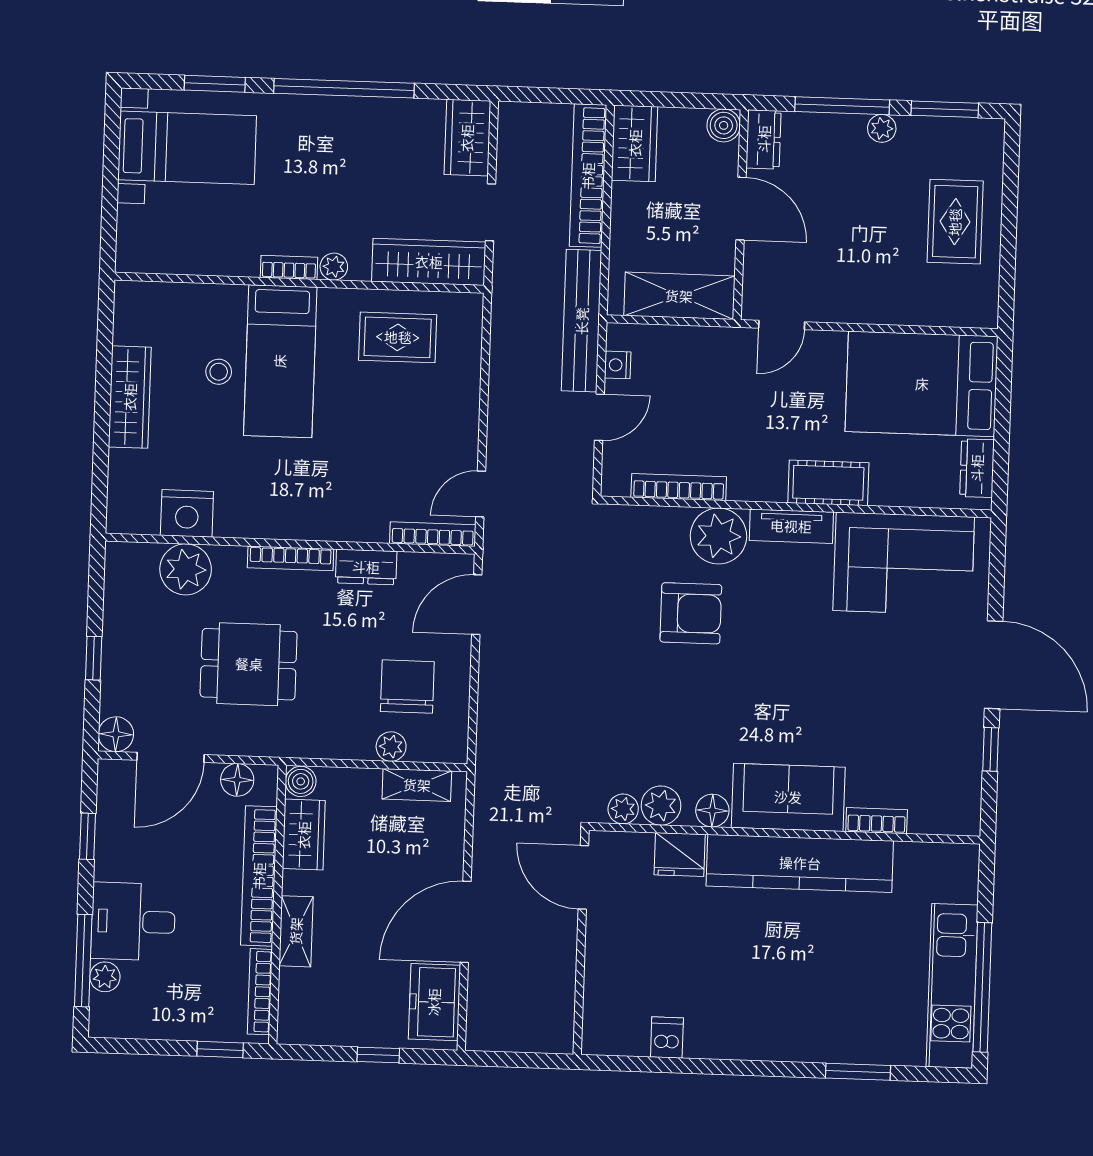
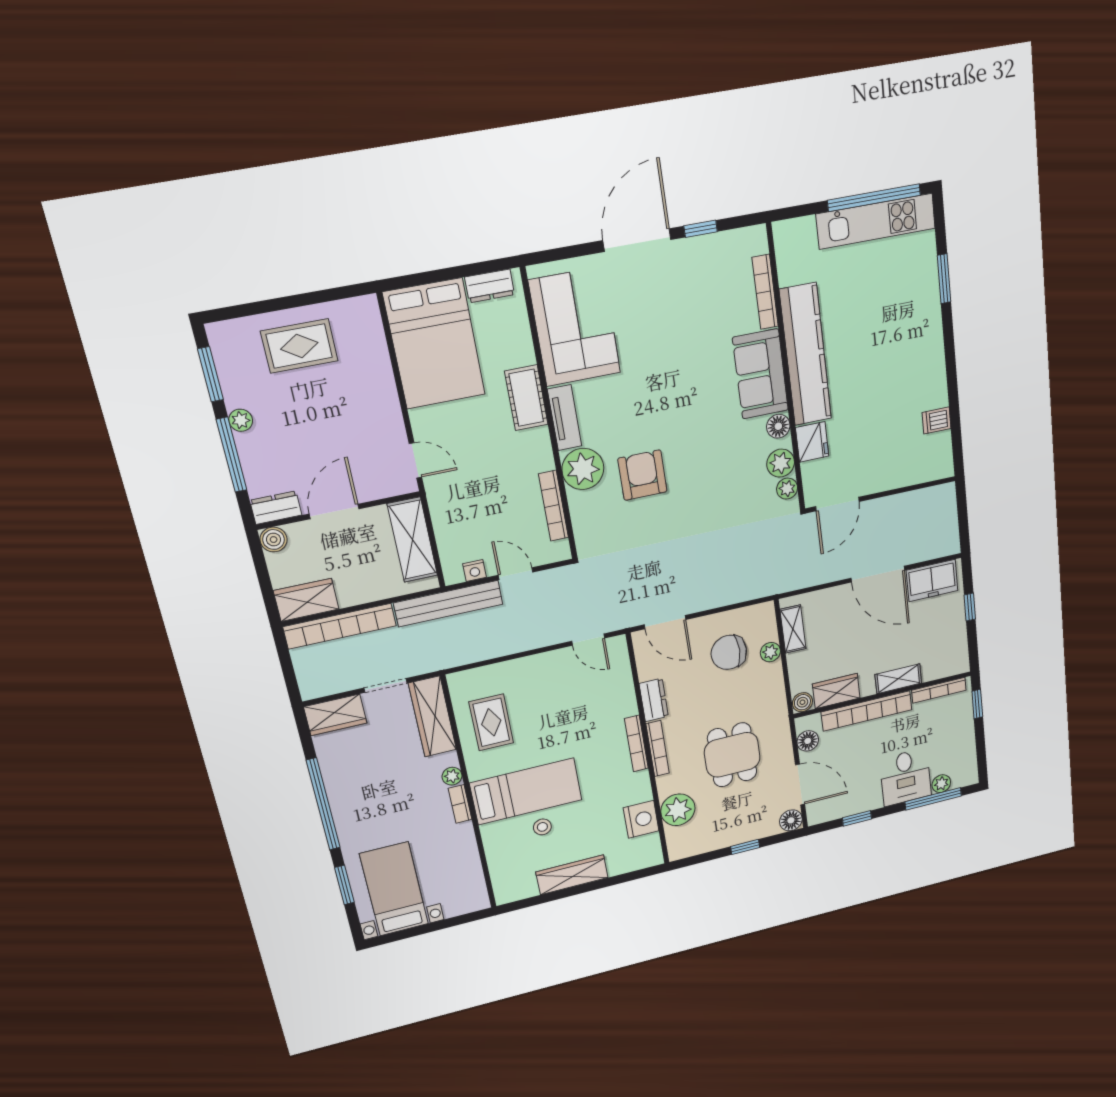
bookcase: (433, 534) -> (636, 744), moved
bookcase: (877, 821) -> (765, 292), width x1.56

